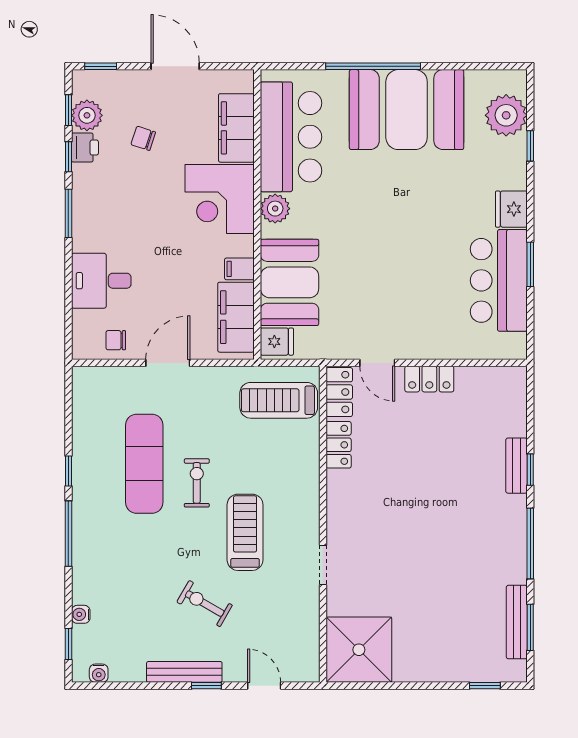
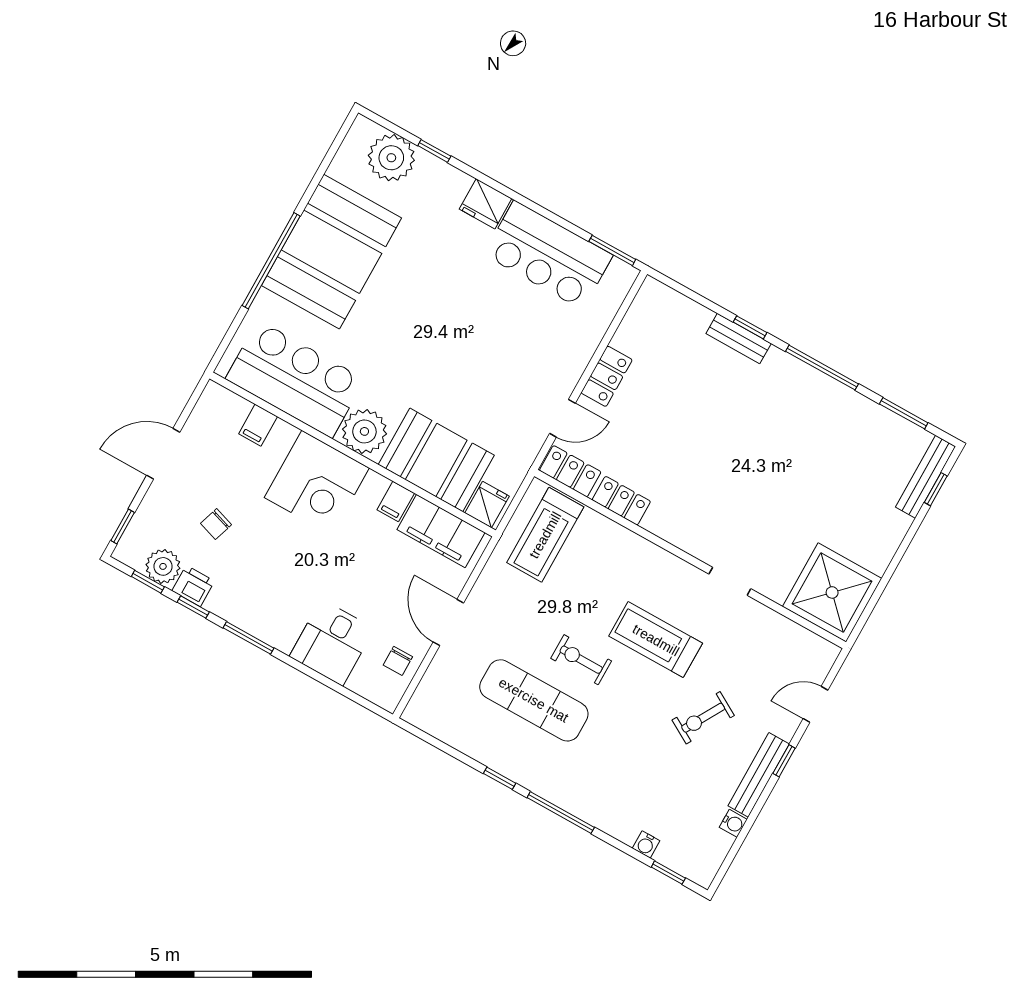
filing cabinet: (236, 128) -> (258, 425), width x0.33, depth x0.86
plant: (275, 209) -> (364, 431), width x1.36, depth x1.36
window: (530, 264) -> (612, 250), moved
bench: (517, 622) -> (926, 477), moved, turned 90
water cooler: (99, 673) -> (733, 823), moved

